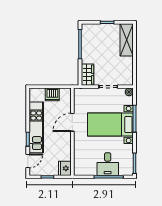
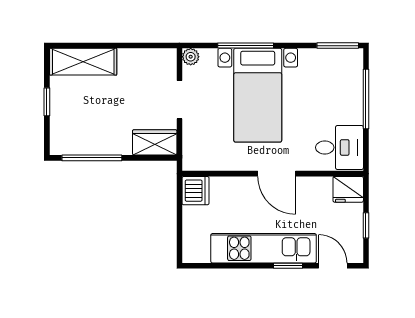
dishwasher: (52, 94) -> (196, 191), moved
door: (72, 122) -> (277, 174), moved
desk: (108, 164) -> (339, 147), moved

